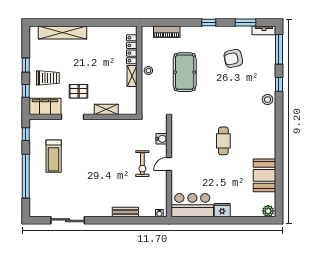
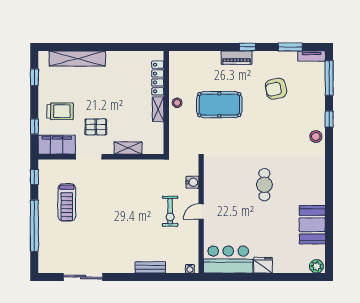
piano: (167, 32) -> (237, 58), moved
window: (26, 65) -> (34, 77), moved
pool table: (185, 72) -> (219, 105), turned 90

